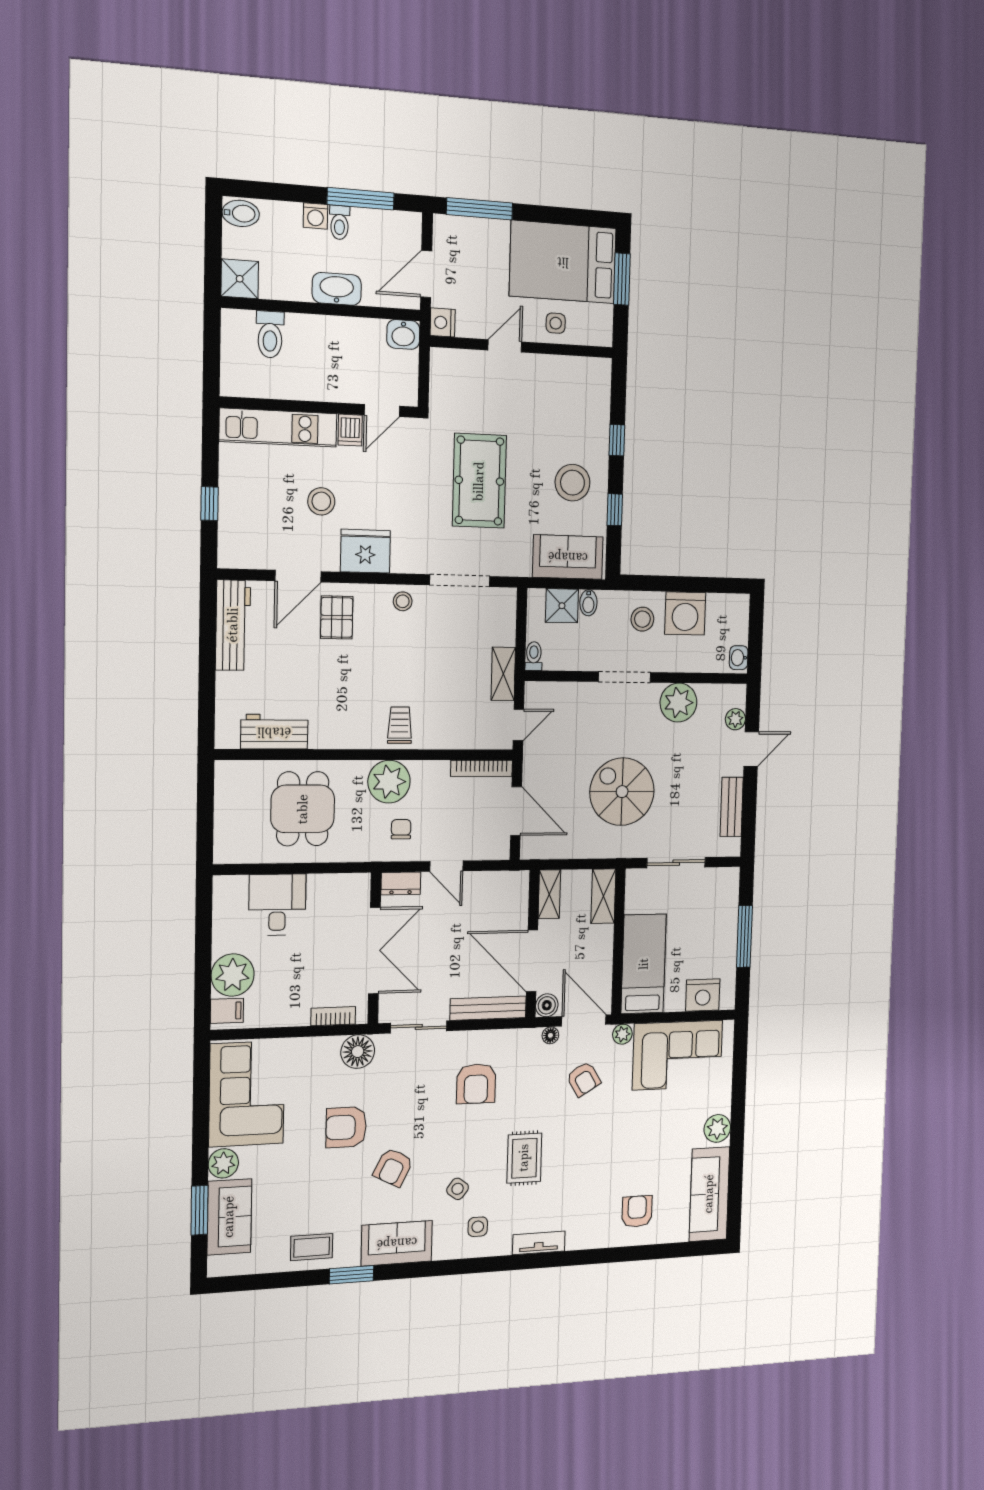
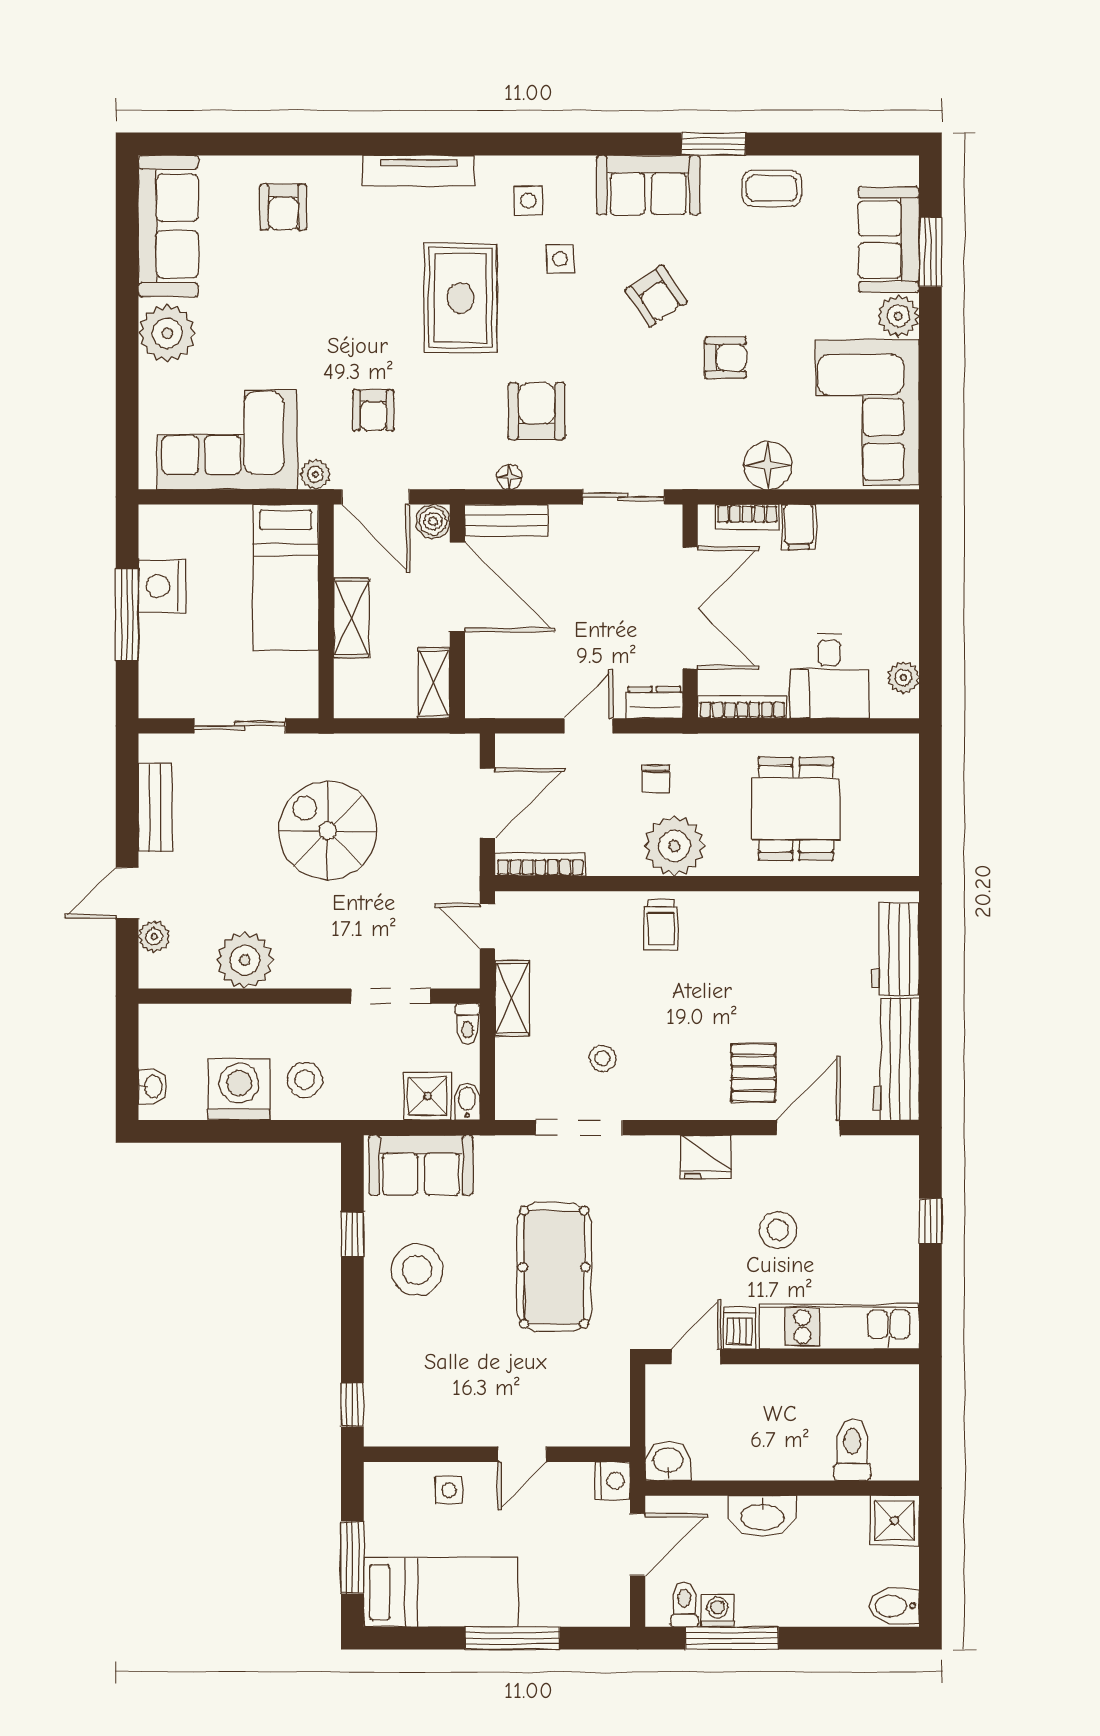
window: (479, 209) -> (512, 1638), moved
washing machine: (315, 216) -> (718, 1611), moved
toilet: (340, 222) -> (684, 1604), moved
bed: (563, 262) -> (441, 1592), width x0.67
window: (617, 440) -> (352, 1405), moved
fridge: (365, 551) -> (706, 1157), width x0.73, depth x0.75
stool: (403, 601) -> (602, 1058), moved
bidet: (588, 603) -> (467, 1101), moved
washbasin: (739, 658) -> (153, 1087), moved
doorway: (625, 677) -> (391, 996), moved
door: (518, 725) -> (487, 926), hinge flipped
workbench: (274, 732) -> (895, 949), moved, turned 90
spiral stairs: (622, 792) -> (328, 831), turned 180
door: (516, 811) -> (487, 803), swing flipped
door: (446, 866) -> (588, 726), hinge flipped
bookcase: (339, 881) -> (742, 707), added
shelving: (603, 896) -> (351, 618), moved
double door: (374, 951) -> (690, 608), swing flipped
plant: (233, 975) -> (903, 678), moved, width x0.53, depth x0.53
nightstand: (703, 995) -> (162, 586), moved, turned -90
bench: (488, 1008) -> (506, 520), width x0.73
filing cabinet: (227, 1011) -> (799, 527), moved, turned -90
floor lamp: (550, 1035) -> (509, 477), moved
floor lamp: (358, 1052) -> (768, 465), moved
armchair: (584, 1079) -> (373, 410), turned -149
armchair: (346, 1127) -> (726, 358), width x0.72, depth x0.72
plant: (717, 1128) -> (167, 333), width x1.36, depth x1.36
rug: (524, 1158) -> (461, 298), width x1.36, depth x1.43
armchair: (393, 1167) -> (656, 296), turned 119
side table: (458, 1189) -> (560, 259), turned -38
tv unit: (539, 1243) -> (419, 170), width x1.41

